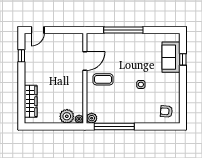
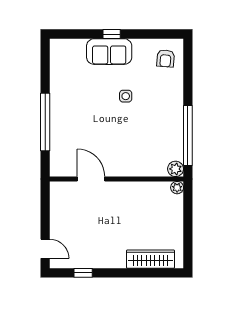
sofa: (171, 57) -> (109, 52), moved
window: (183, 59) -> (112, 34), moved
coffee table: (103, 79) -> (118, 152), removed
plant: (67, 116) -> (173, 206), removed

